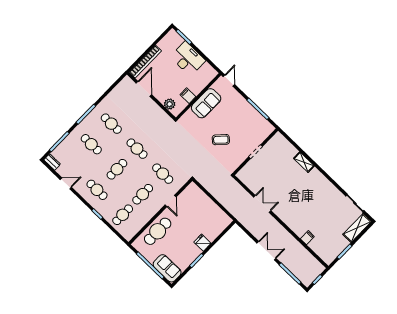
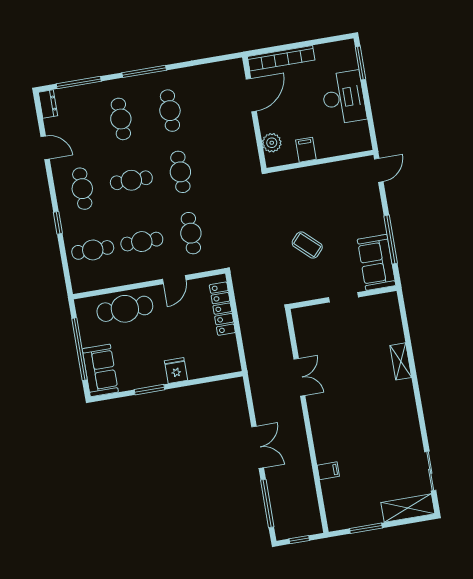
sofa: (206, 103) -> (377, 262), moved, turned 90
locker: (203, 198) -> (222, 309), added

